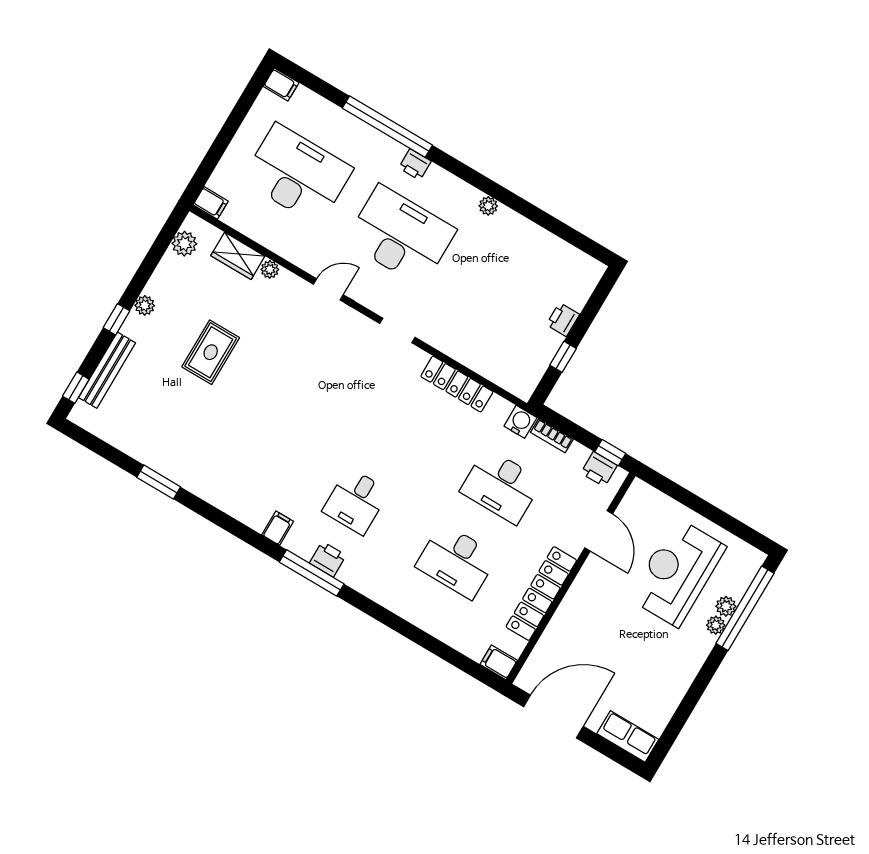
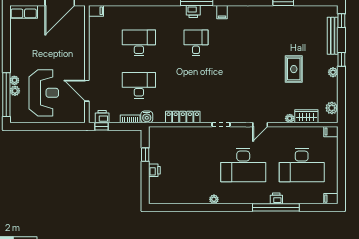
printer: (415, 165) -> (276, 198), moved
locker: (541, 594) -> (95, 50), removed

